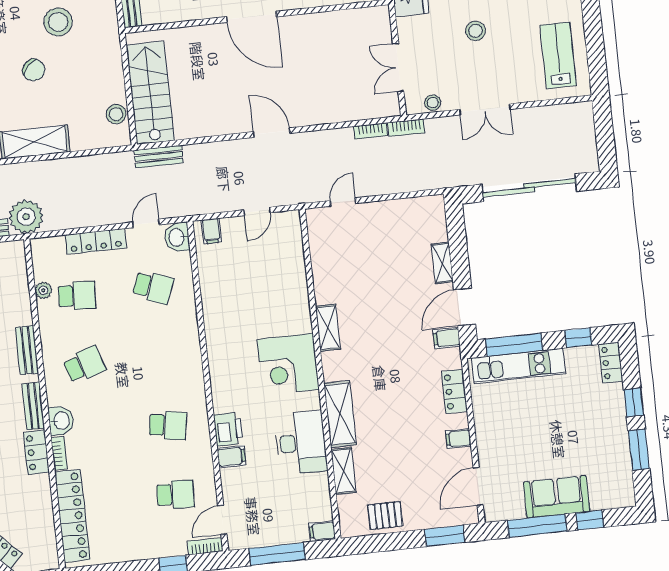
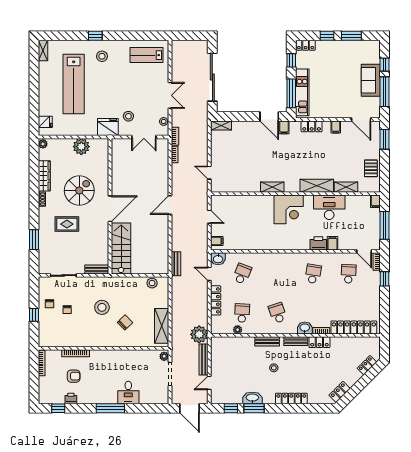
stool: (476, 31) -> (128, 116), moved
stairs: (150, 93) -> (121, 248), moved, turned 90
shelving: (442, 263) -> (221, 125), moved

